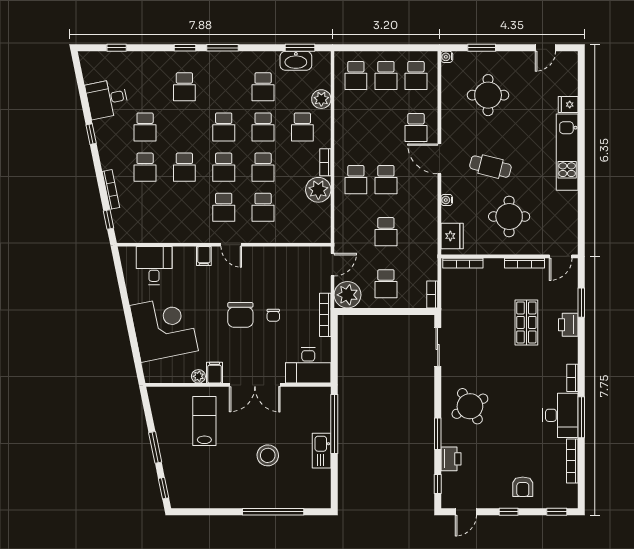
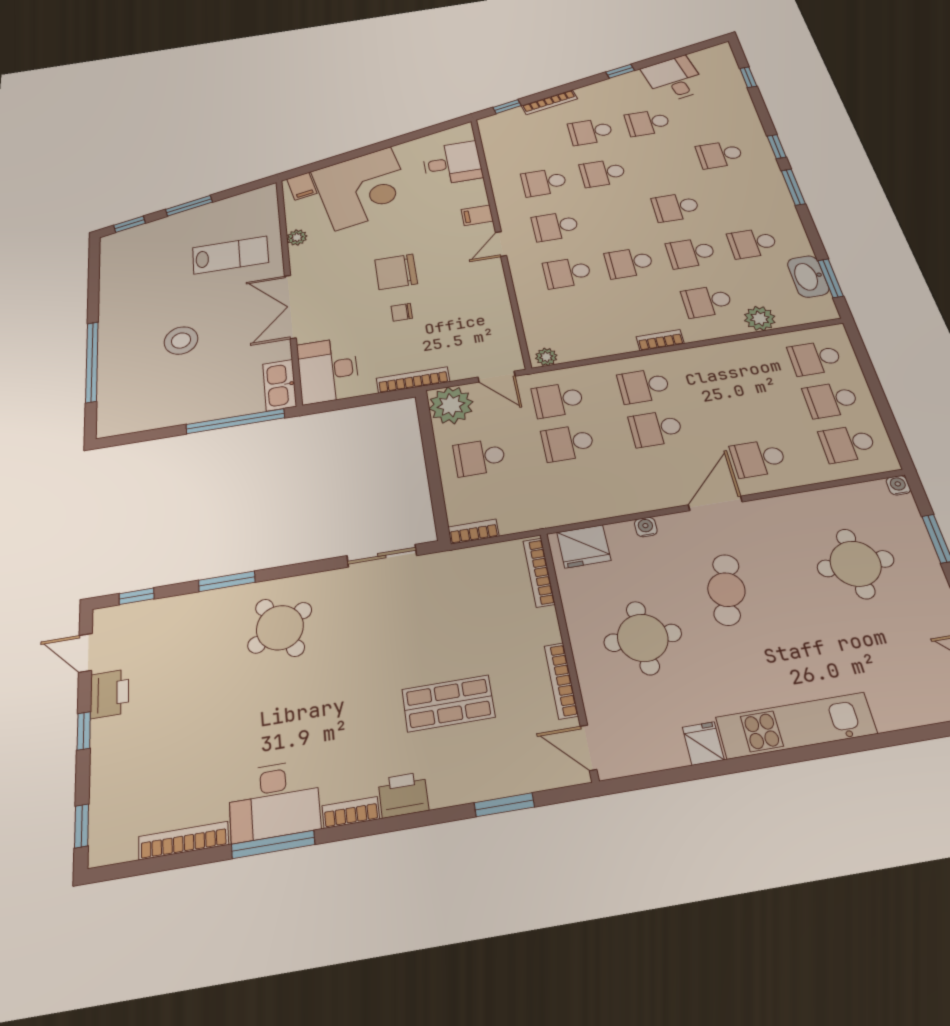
fridge: (568, 104) -> (703, 743), moved
school desk: (224, 167) -> (544, 182), moved
plant: (318, 190) -> (546, 357), moved, width x0.53, depth x0.53
school desk: (356, 232) -> (558, 400), added
printer: (568, 325) -> (403, 795), moved
filing cabinet: (215, 373) -> (302, 186), moved, turned 78
kitchen sink: (322, 451) -> (280, 385), moved, turned -90
printer: (451, 459) -> (110, 694), moved, turned -90
armchair: (523, 487) -> (132, 750), removed

